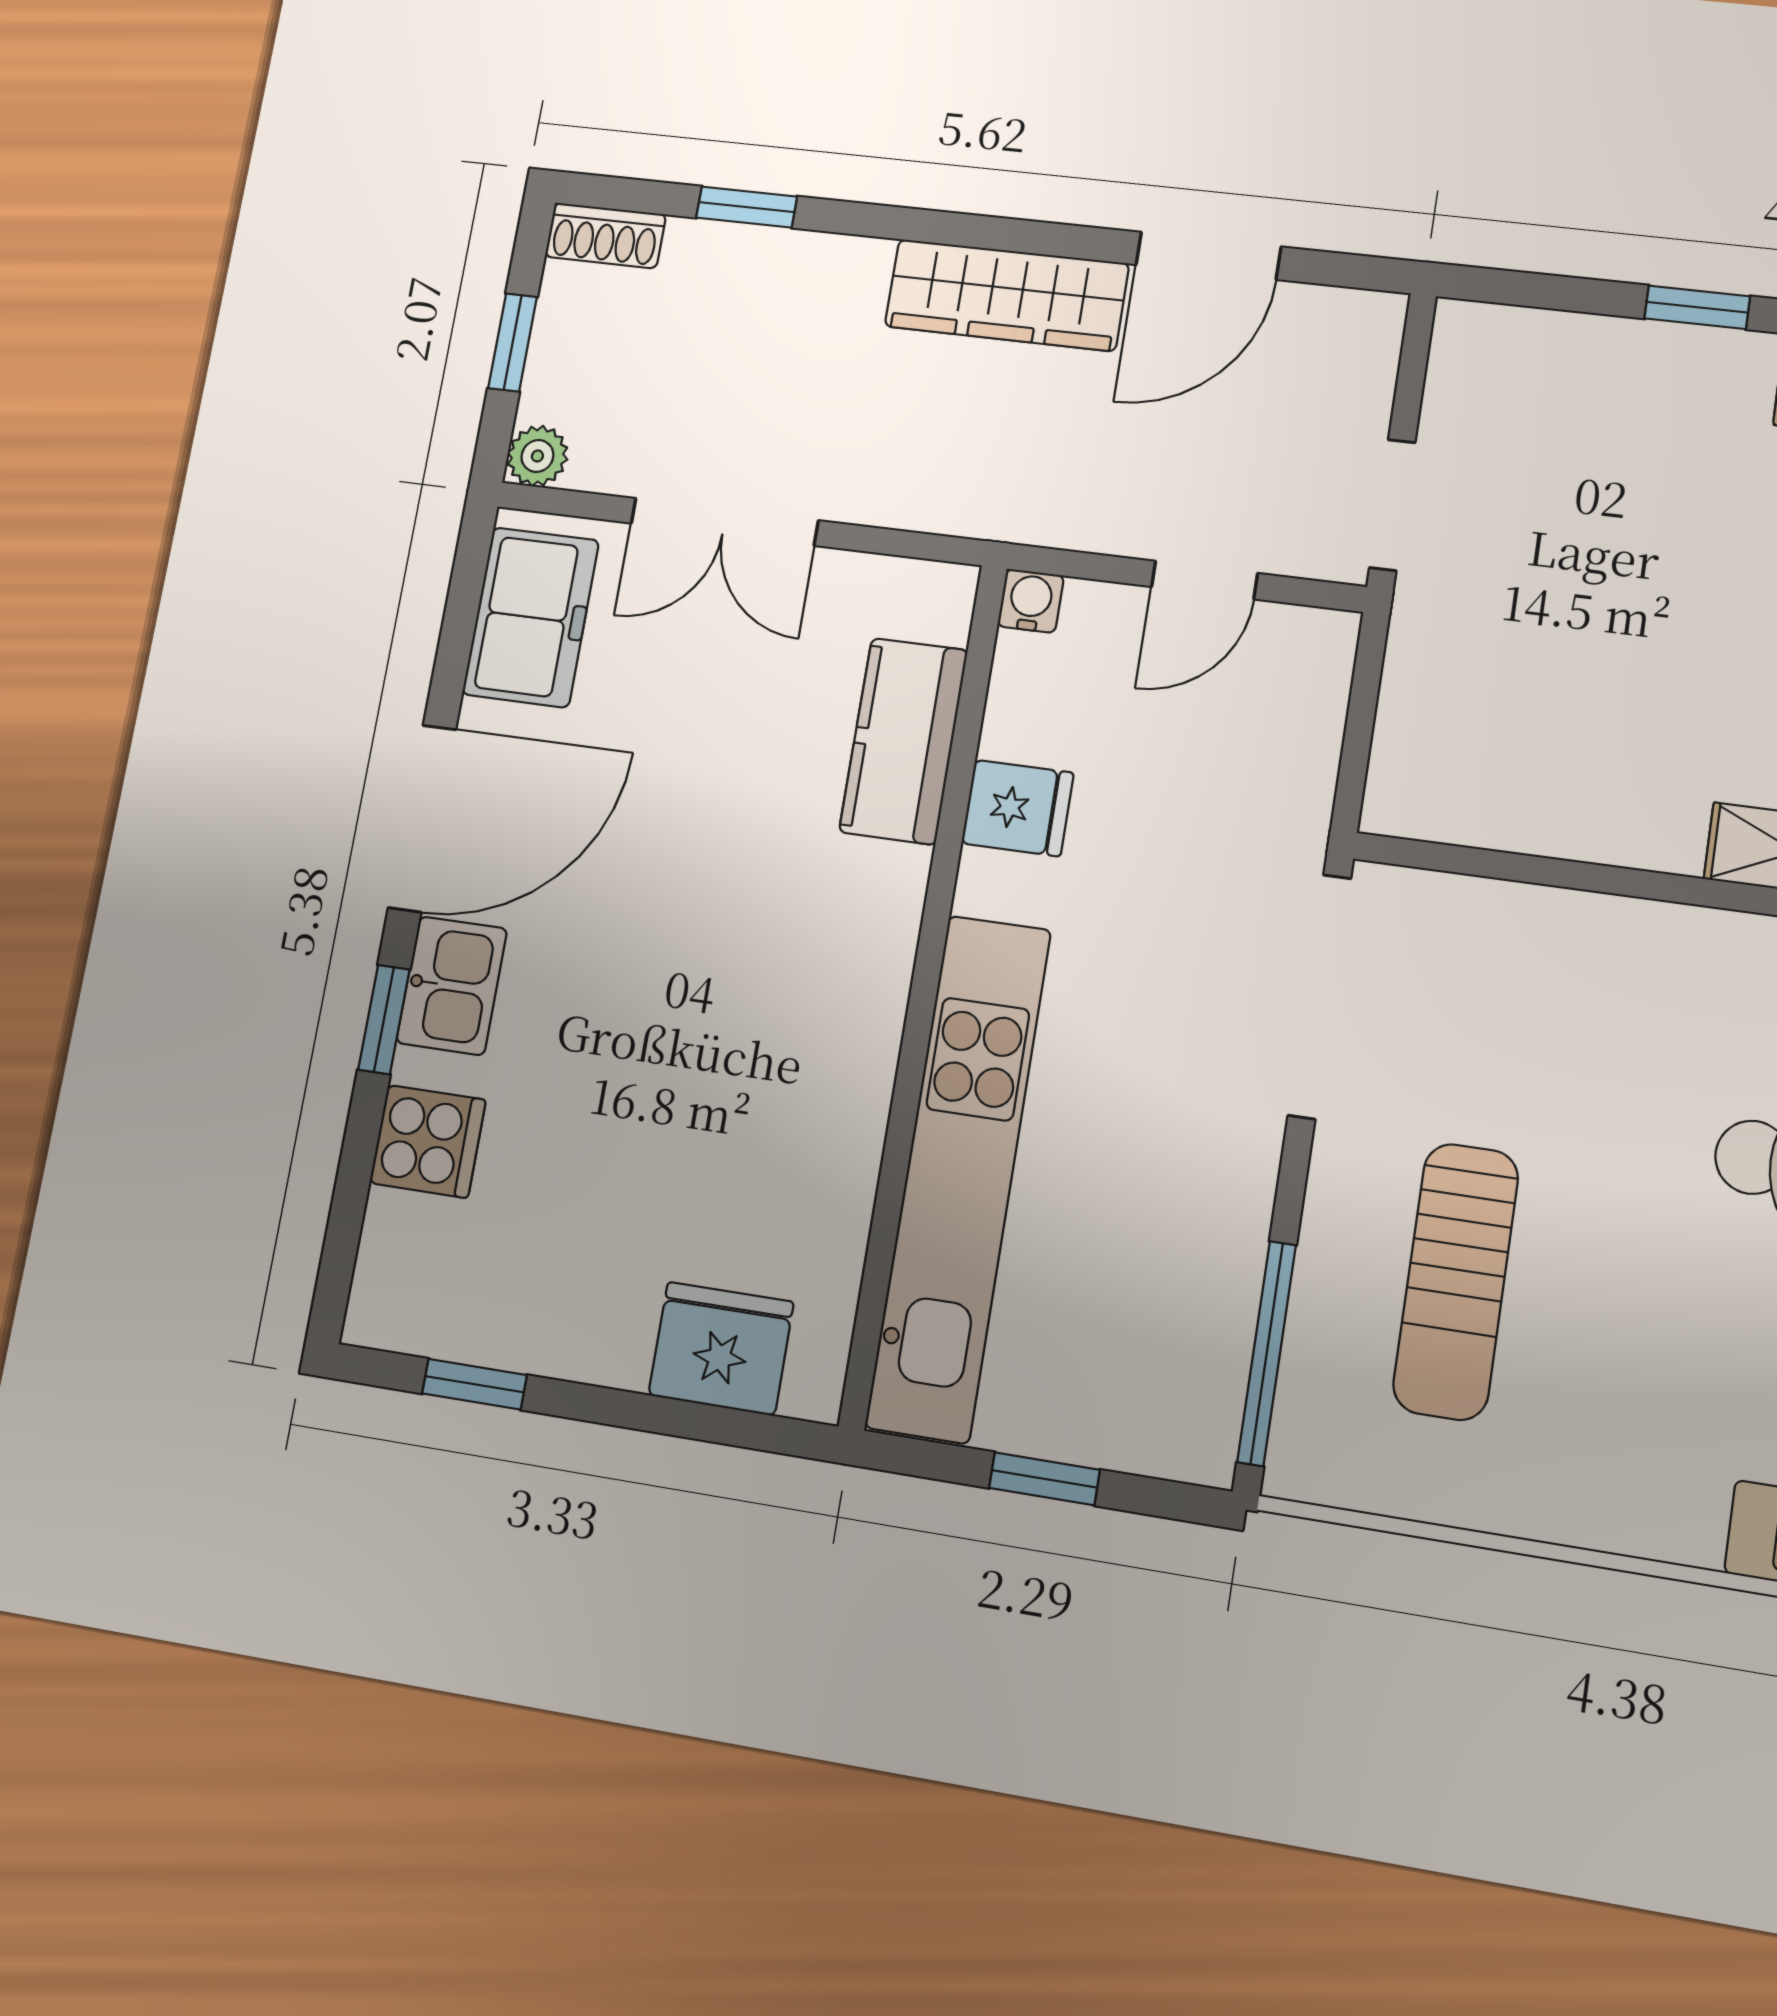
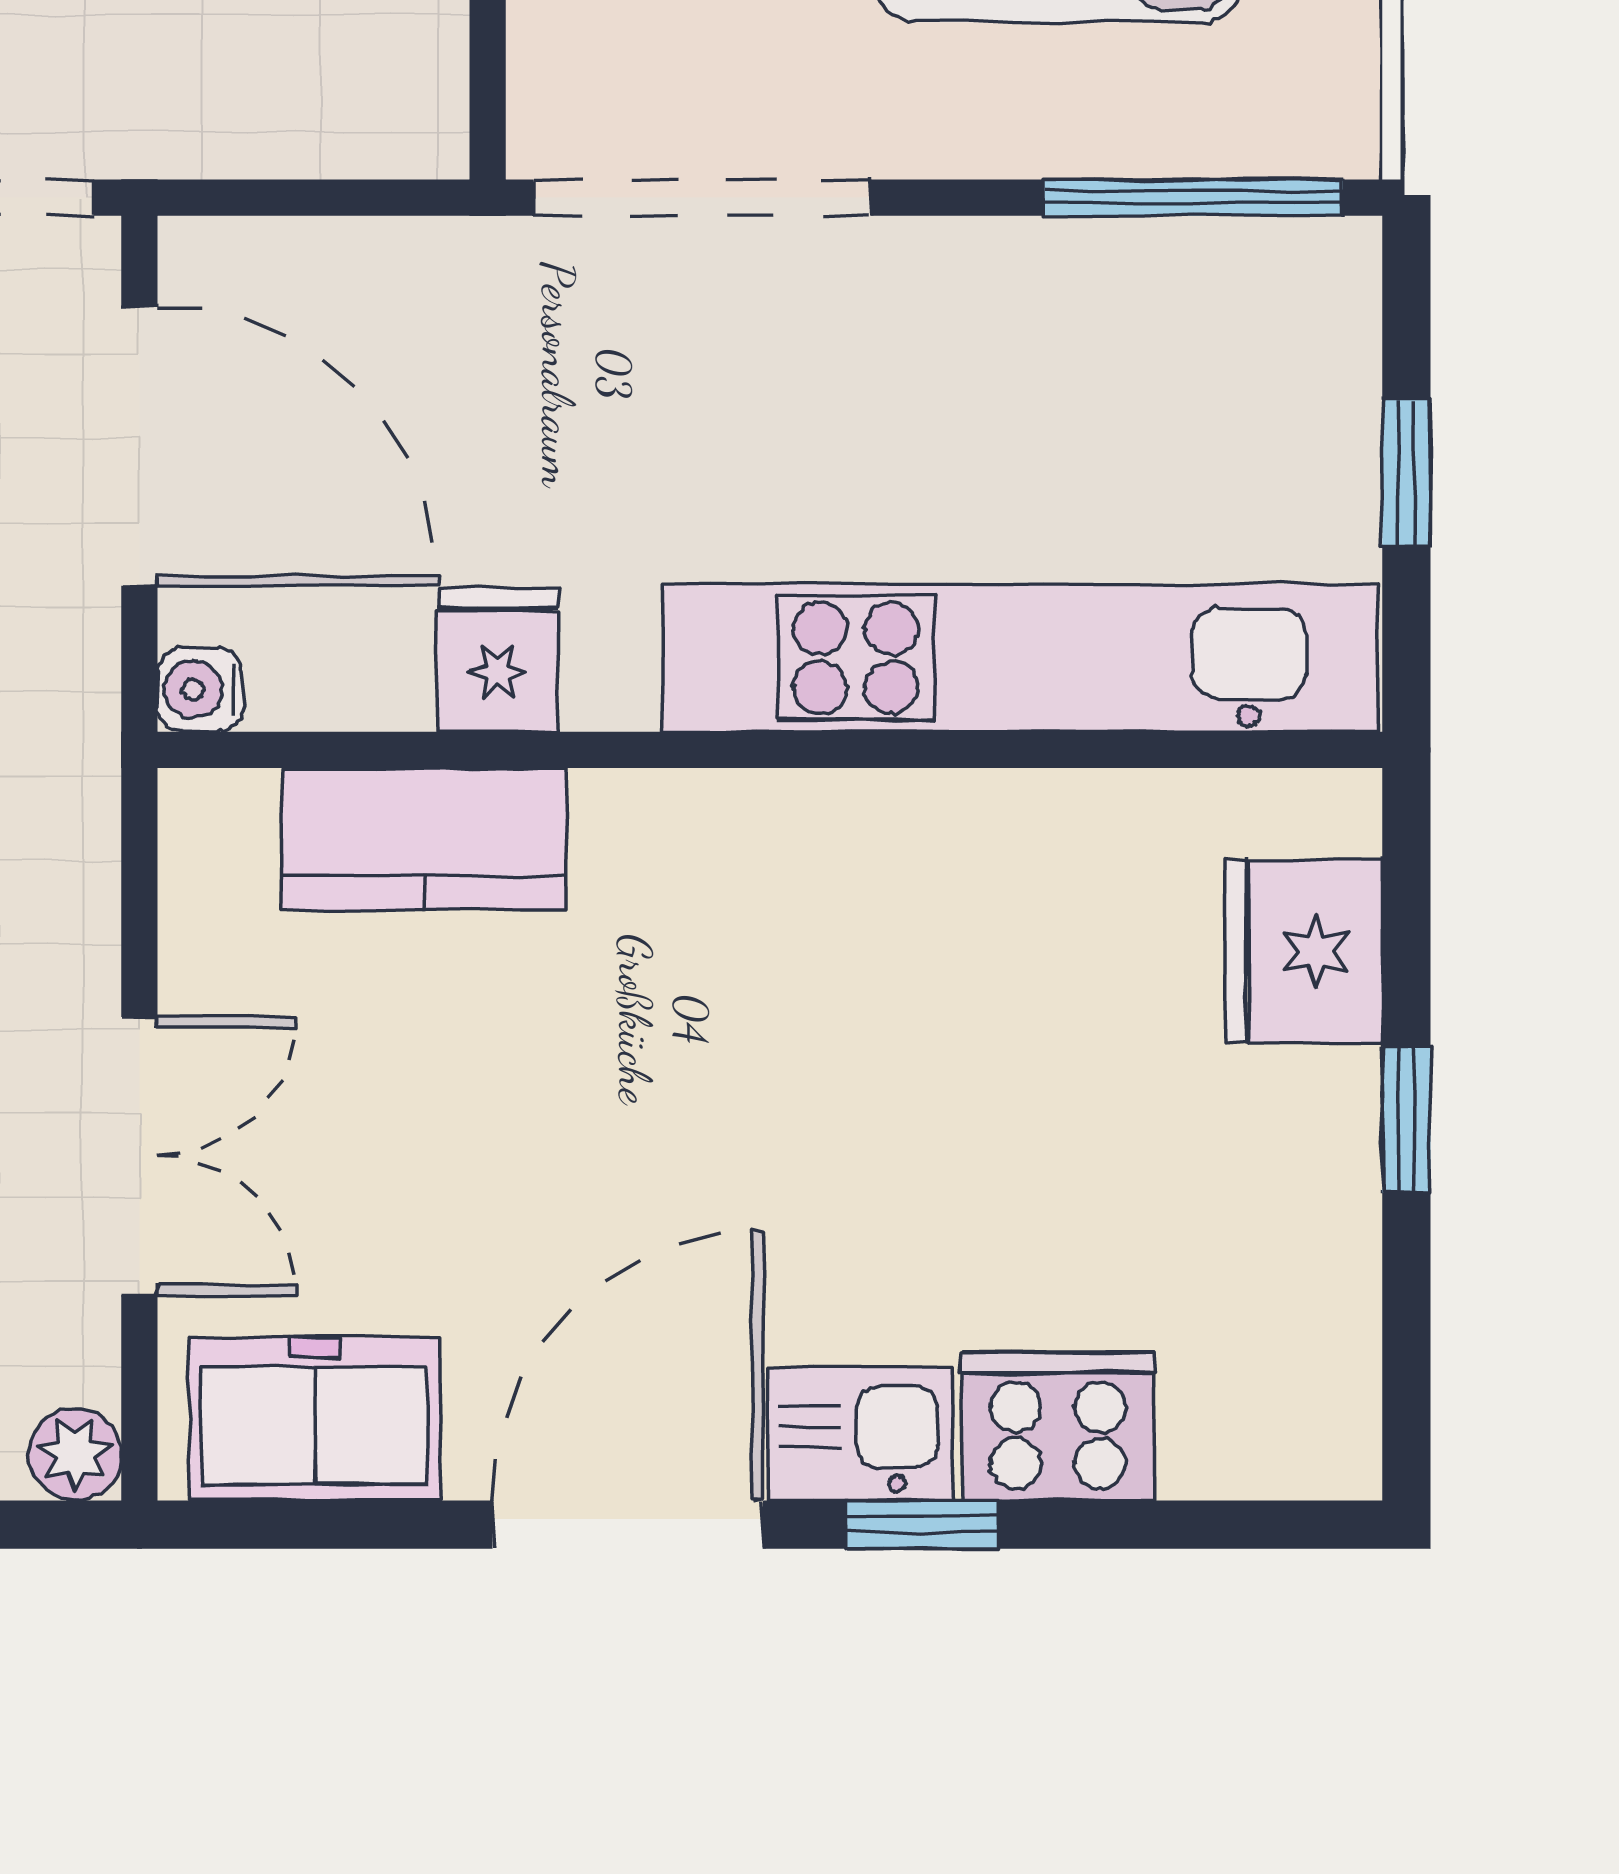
door: (1205, 580) -> (139, 446), width x1.88
door: (422, 818) -> (628, 1525), hinge flipped
cooker: (428, 1141) -> (1058, 1426), width x1.36
window: (474, 1384) -> (1406, 1120), moved

